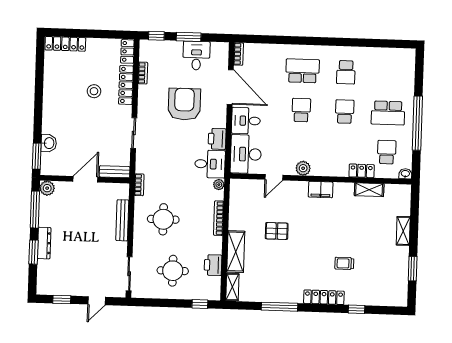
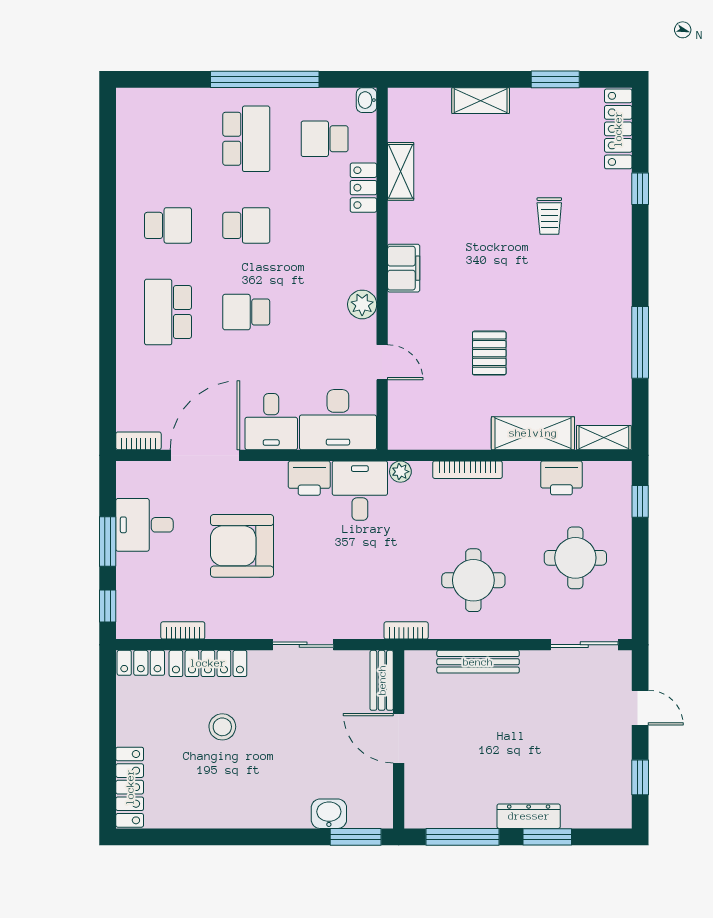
school desk: (345, 112) -> (246, 225), turned 180
plant: (47, 188) -> (419, 814), removed
locker: (324, 297) -> (618, 129), moved

